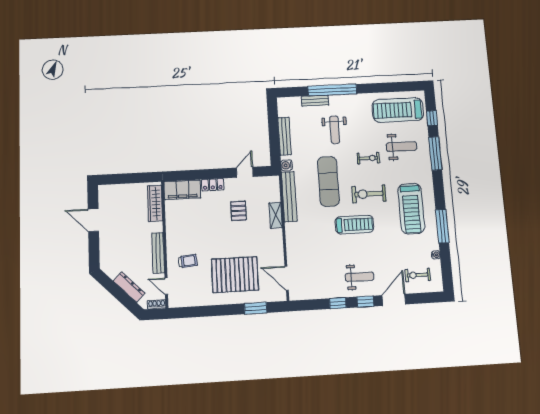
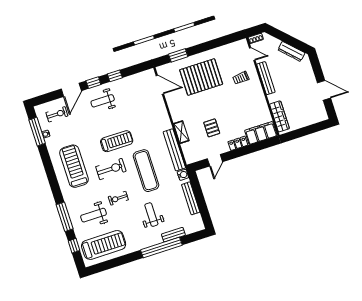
treadmill: (354, 225) -> (117, 141), turned 180
window: (442, 226) -> (37, 132), moved
dresser: (129, 287) -> (291, 51), moved

